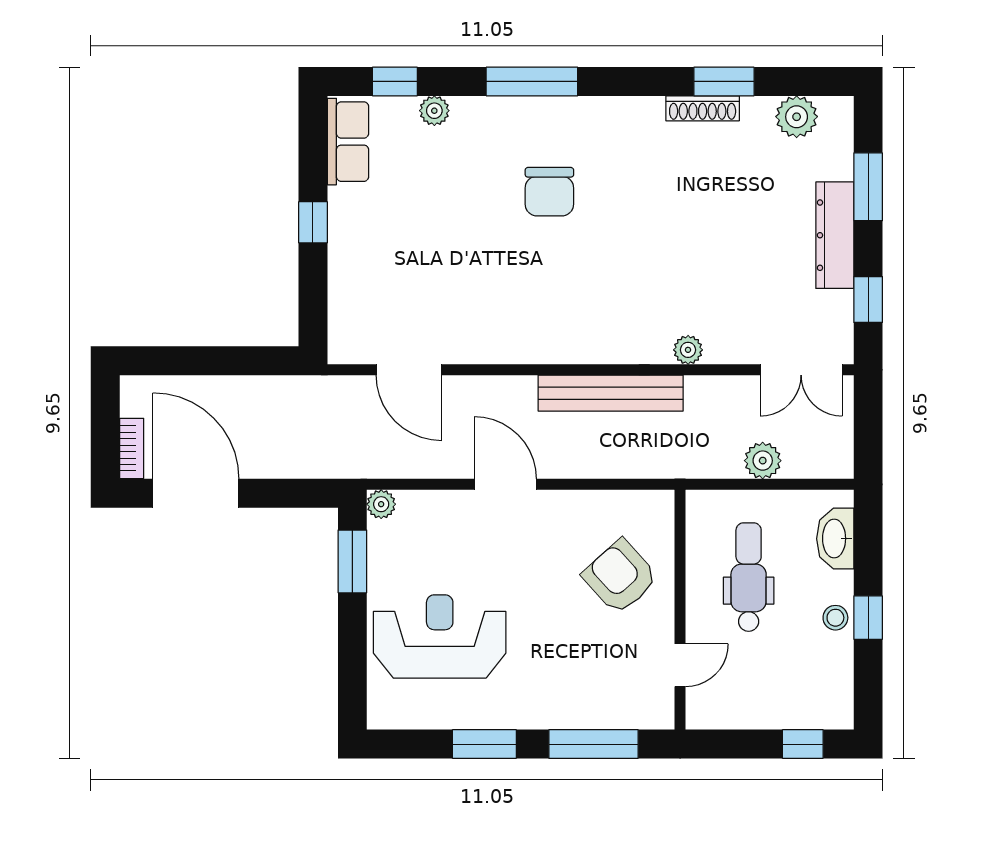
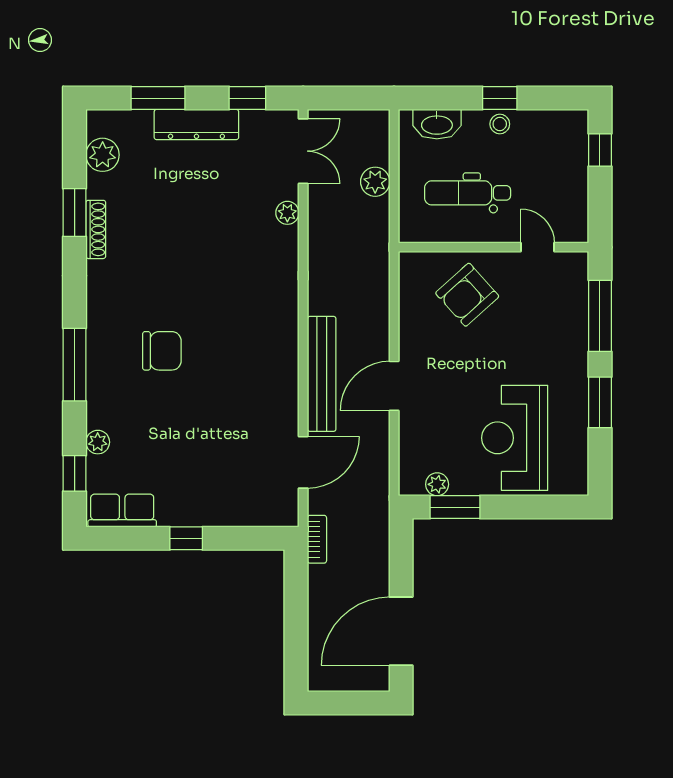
plant: (688, 350) -> (287, 213), moved
bench: (611, 393) -> (322, 374), moved
bookcase: (132, 448) -> (317, 539), moved, turned 90
plant: (381, 504) -> (437, 484), moved

